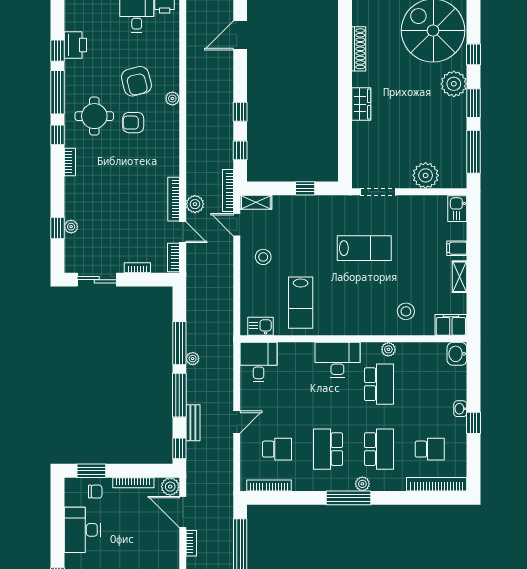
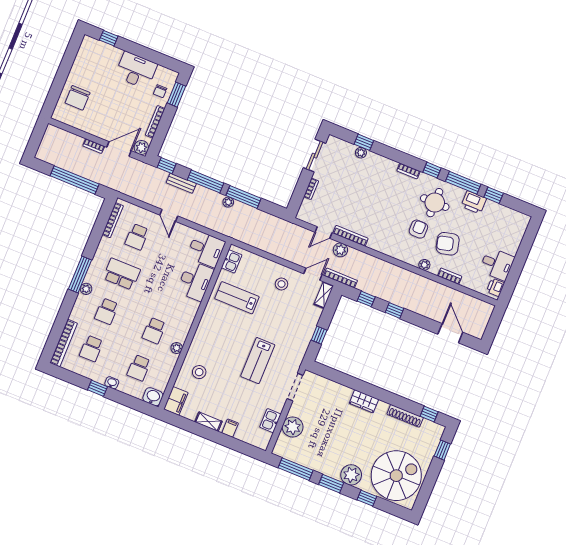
window: (345, 21) -> (429, 414), added
printer: (75, 45) -> (474, 202), moved
kitchen sink: (457, 209) -> (270, 421), moved, turned -90
bookcase: (174, 257) -> (450, 276), moved
desk: (337, 360) -> (195, 281), moved
school desk: (379, 384) -> (154, 331), width x0.54
school desk: (430, 384) -> (139, 368), added
school desk: (379, 449) -> (107, 311), width x0.54

